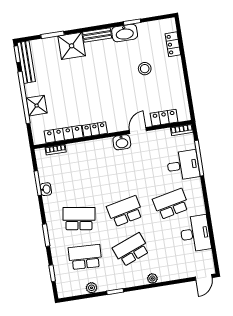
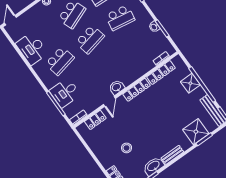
shower: (72, 46) -> (196, 132), moved
locker: (95, 129) -> (136, 90), width x1.53

